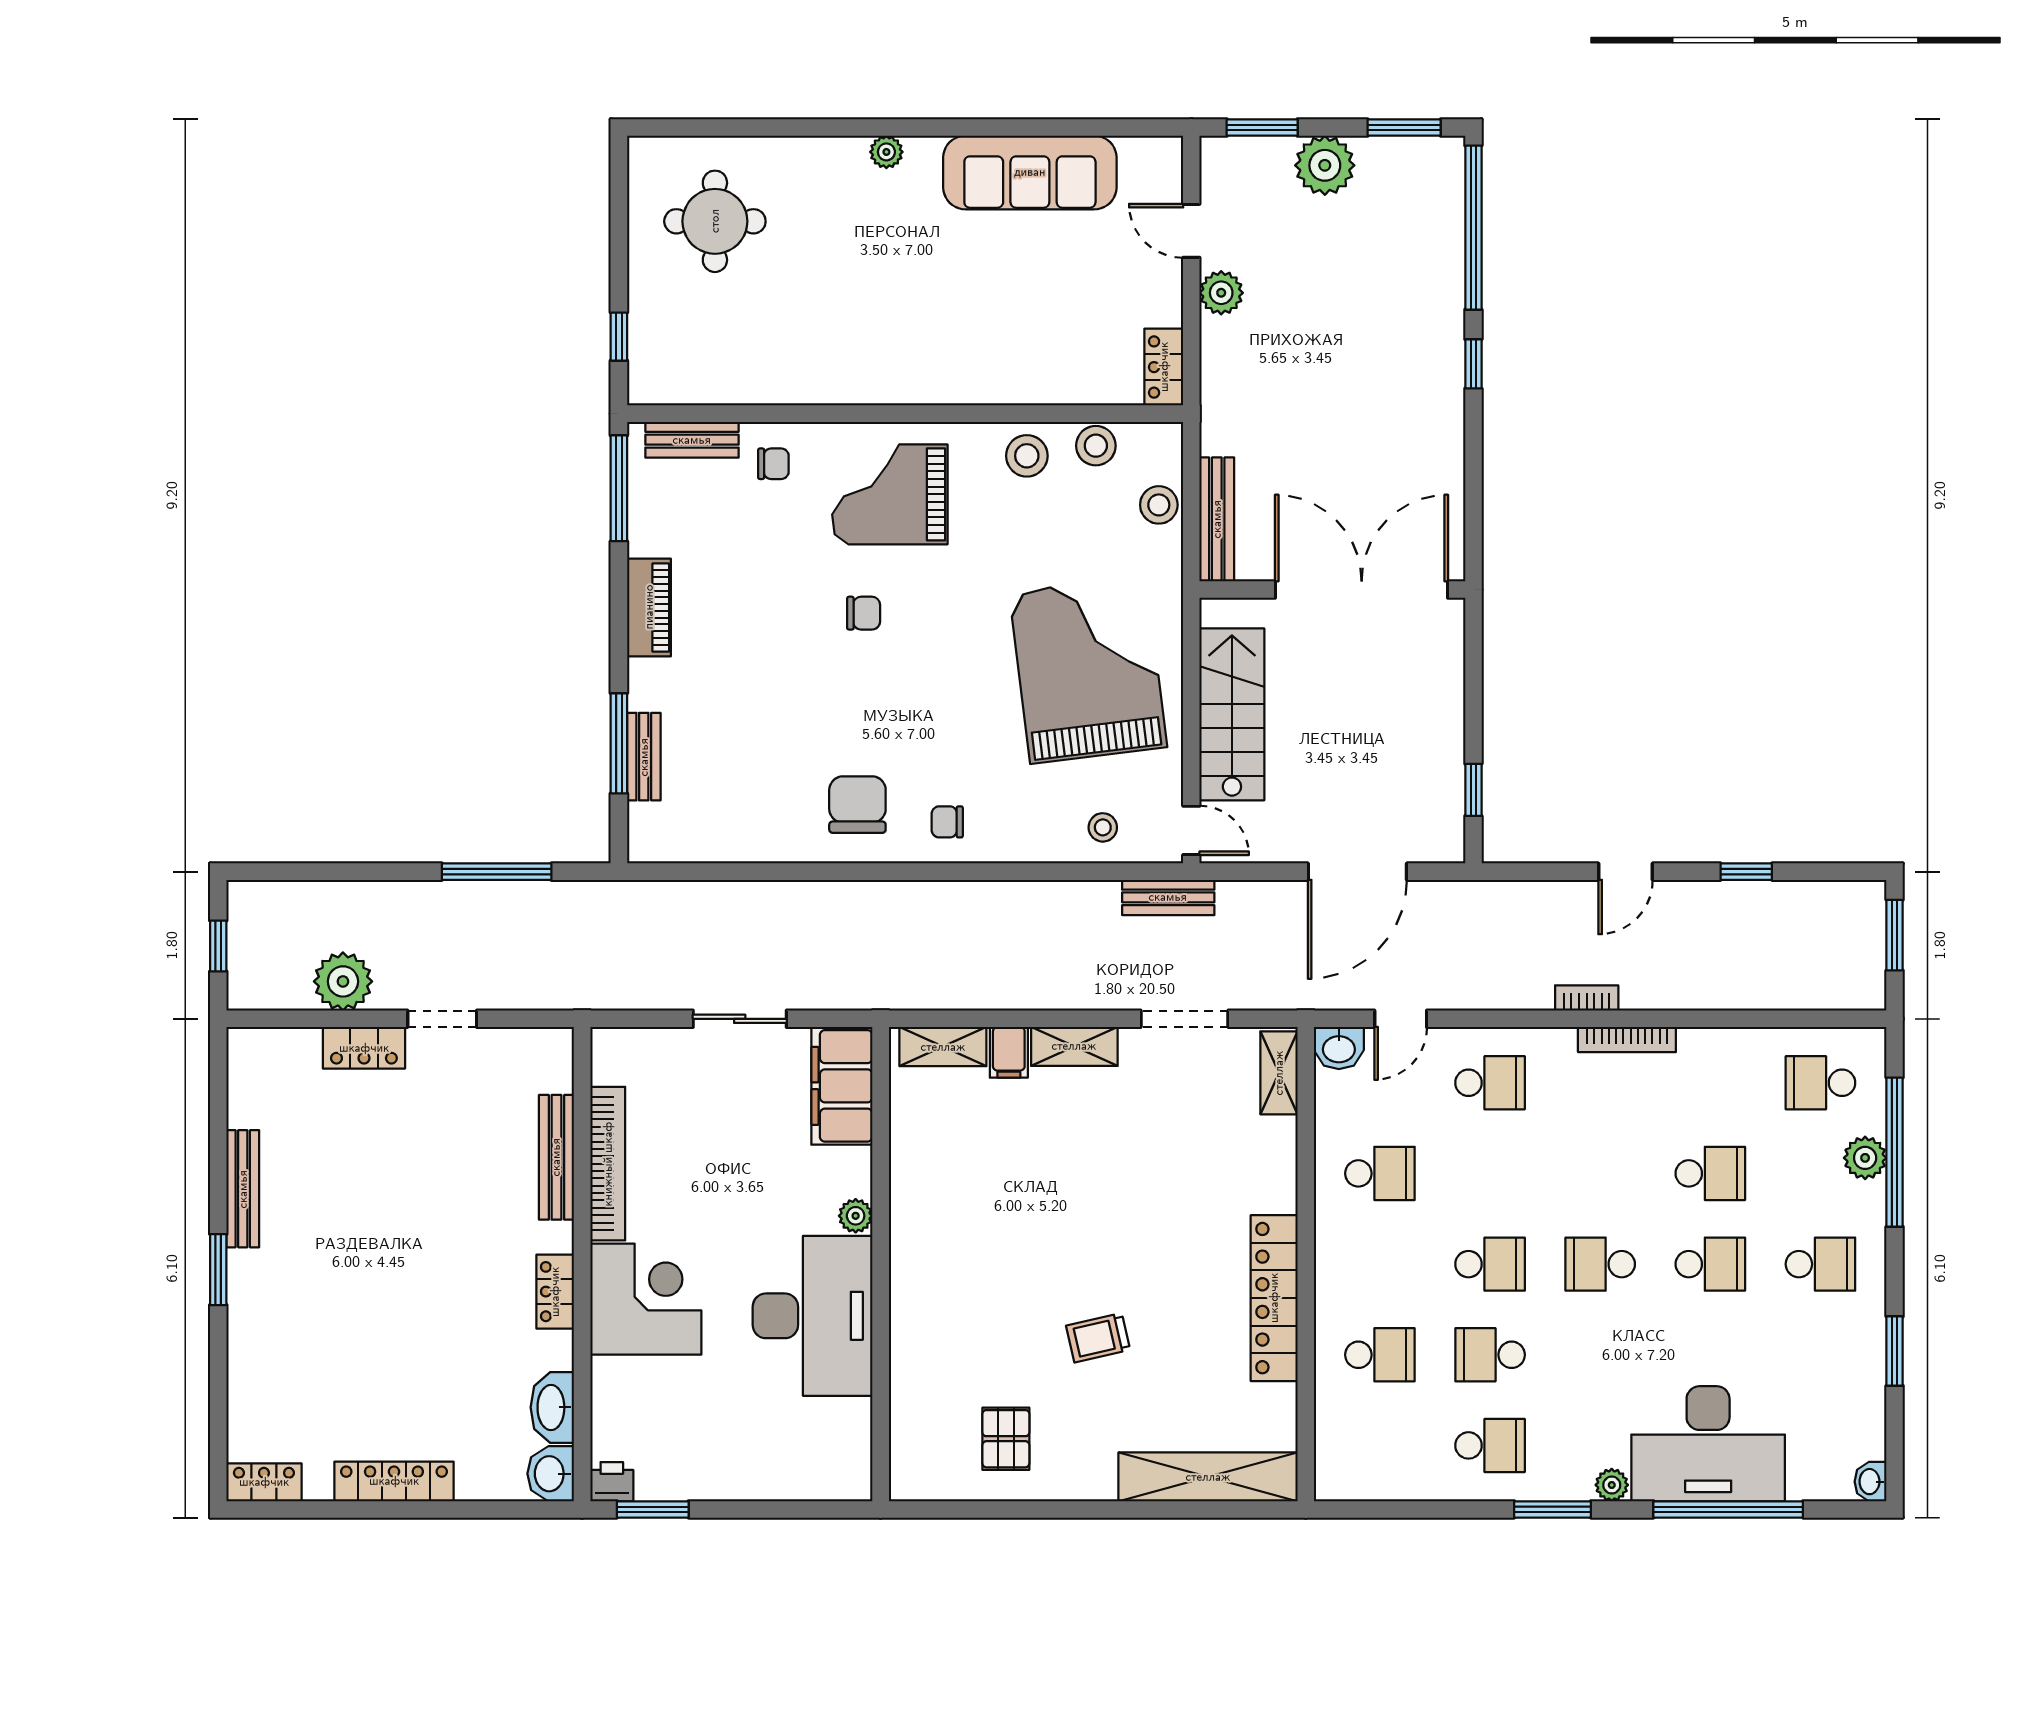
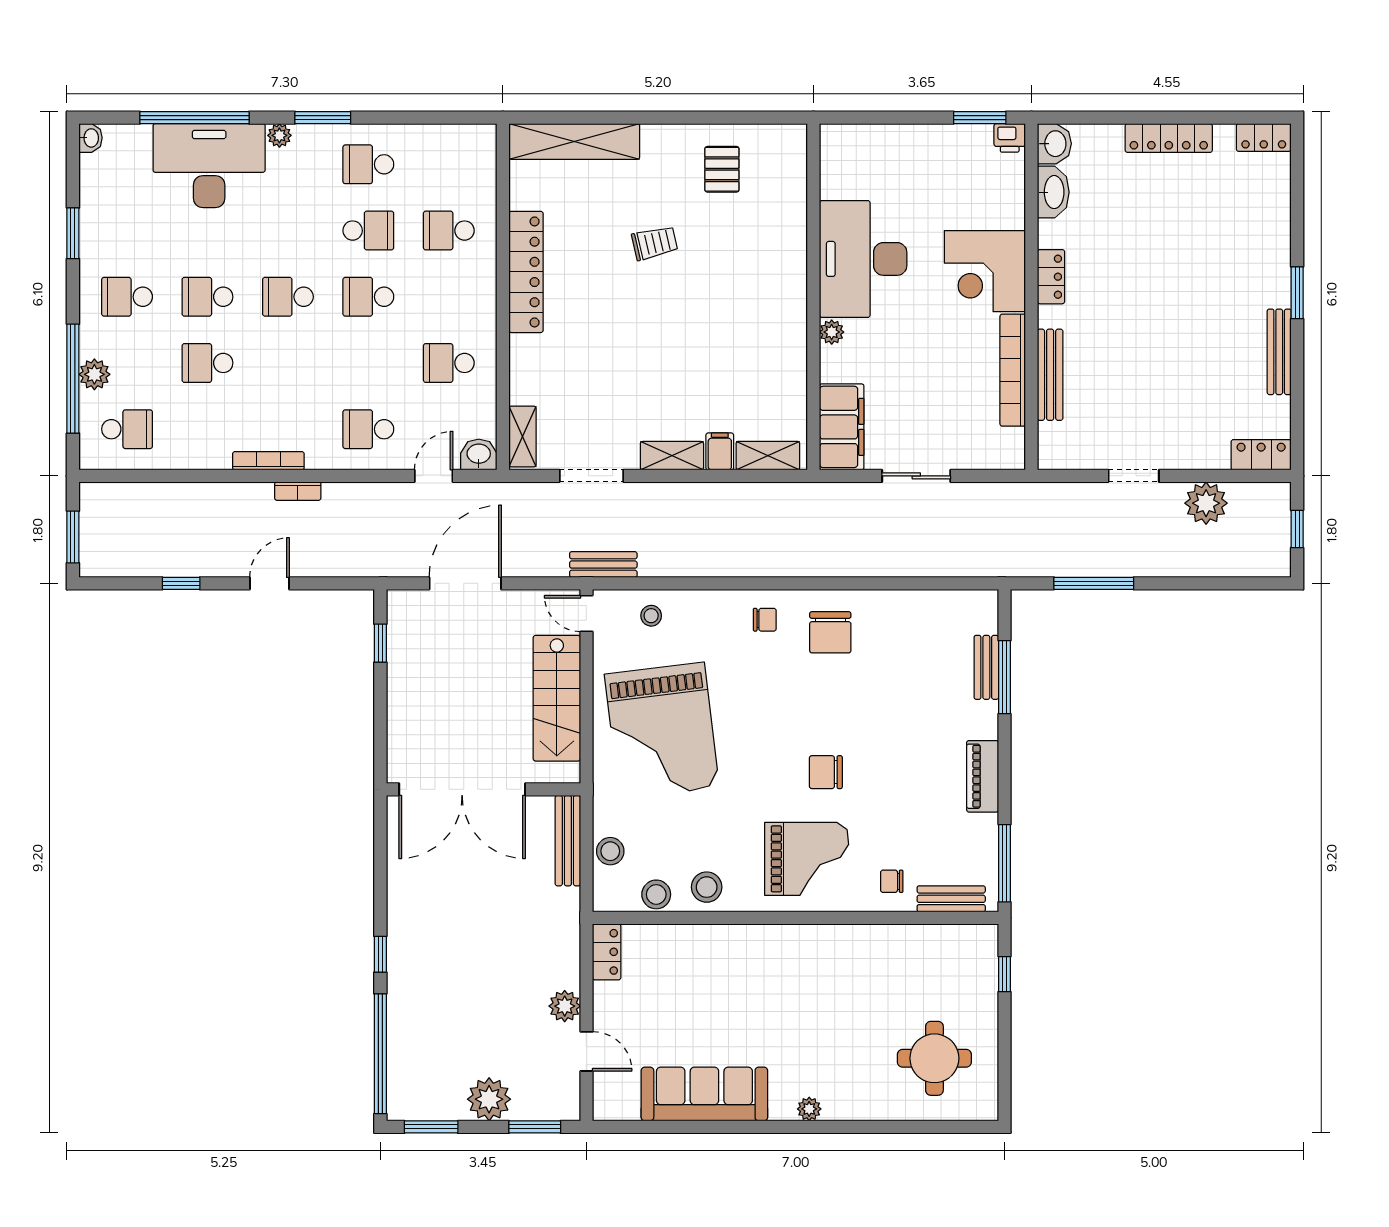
chair: (864, 613) -> (826, 772), width x1.37, depth x1.37
locker: (364, 1048) -> (1261, 455), moved
school desk: (1600, 1264) -> (288, 297), turned 180

